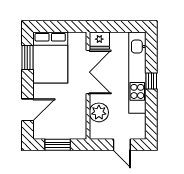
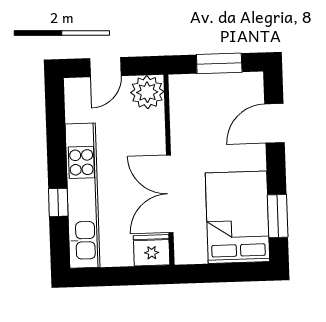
window: (151, 81) -> (58, 202), moved
plant: (99, 112) -> (147, 92), moved
door: (122, 145) -> (105, 67), swing flipped

